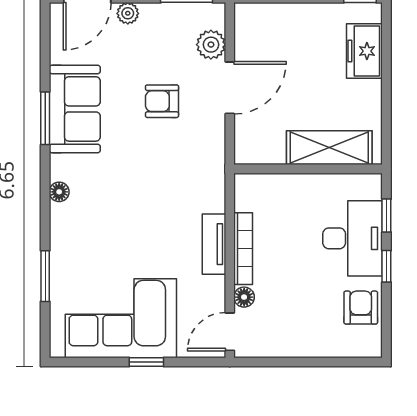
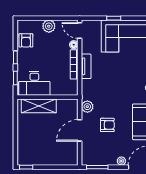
plant: (211, 45) -> (87, 107), moved
freezer: (364, 51) -> (24, 146), removed
desk: (353, 238) -> (34, 83), moved, turned -90
door: (230, 332) -> (80, 30), swing flipped
plant: (305, 342) -> (49, 26), added

